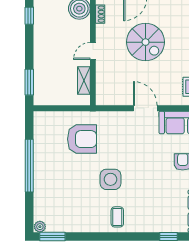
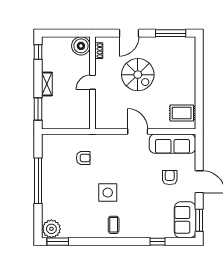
shelving: (84, 80) -> (47, 84), moved
armchair: (82, 139) -> (83, 158), width x0.53, depth x0.53
plant: (40, 227) -> (51, 229), width x1.87, depth x1.87

